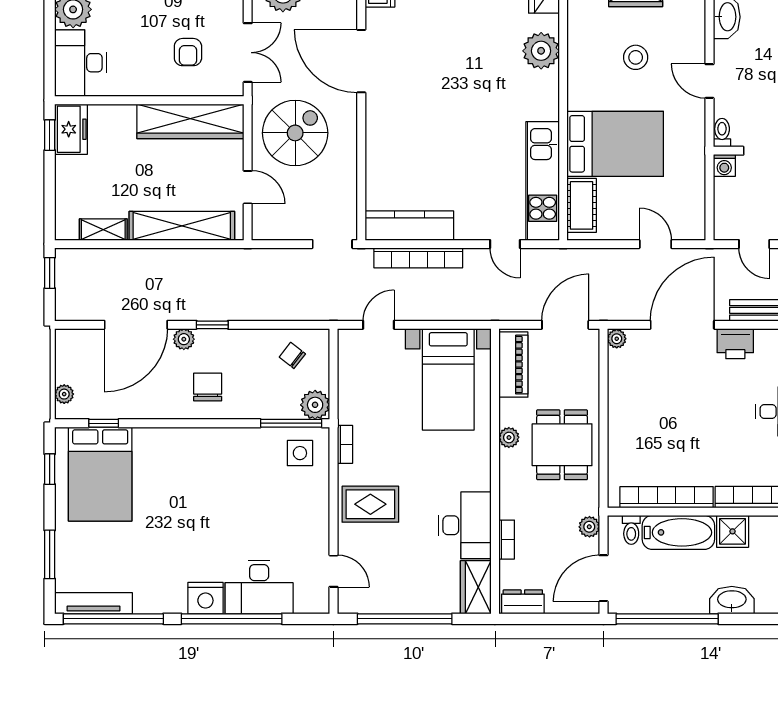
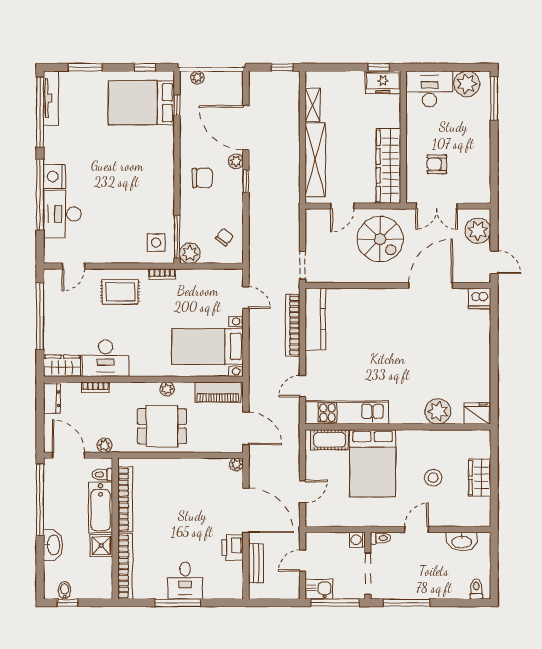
rug: (370, 504) -> (120, 292), turned 90

